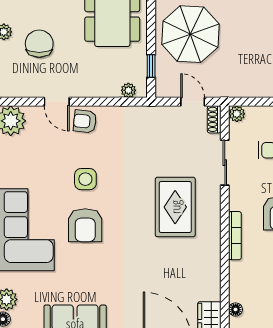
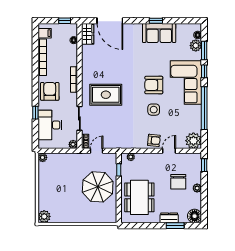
door: (57, 102) -> (169, 151), hinge flipped
door: (193, 102) -> (97, 151), swing flipped
rug: (175, 207) -> (106, 95), turned 90
armchair: (85, 225) -> (154, 85), turned -90

